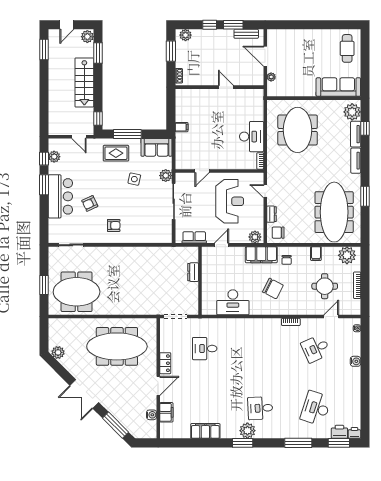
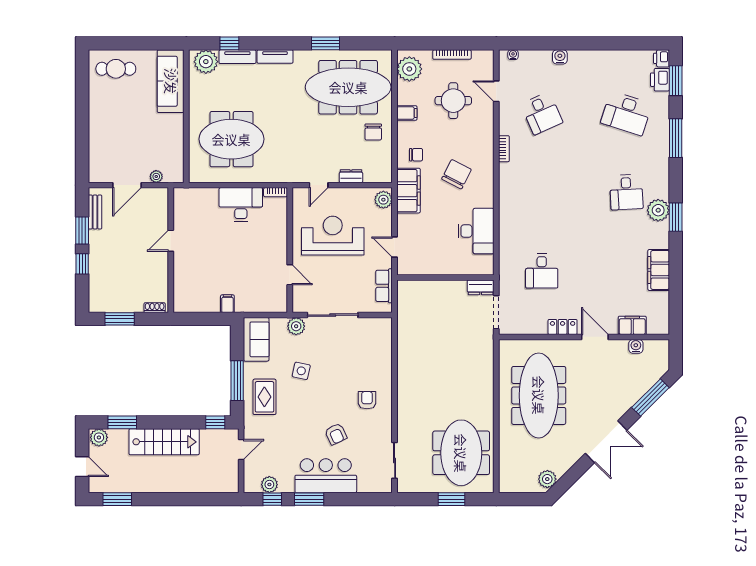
plant: (185, 35) -> (97, 298), removed
chair: (278, 233) -> (373, 132), moved
dresser: (193, 272) -> (481, 287), moved

